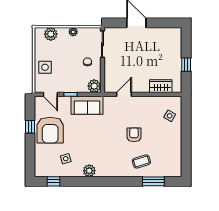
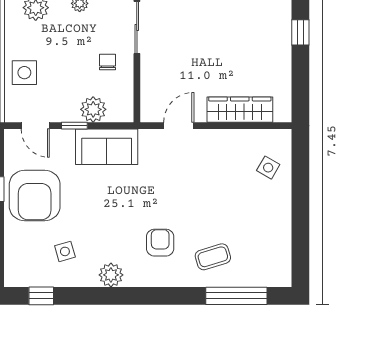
window: (186, 65) -> (300, 32), moved
plant: (94, 86) -> (93, 109), moved
wardrobe: (161, 86) -> (240, 110), width x1.50
armchair: (134, 135) -> (160, 243), moved
window: (153, 181) -> (236, 296), width x1.44

